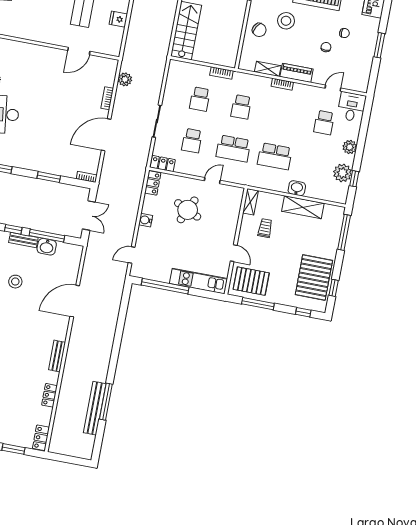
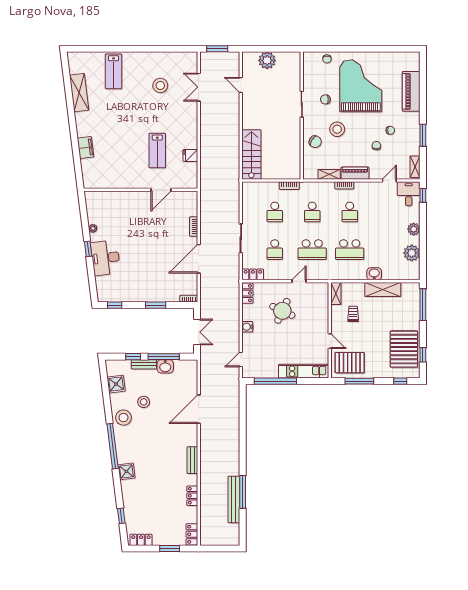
shelving: (364, 78) -> (415, 167), added
plant: (125, 79) -> (206, 207), removed
school desk: (324, 123) -> (350, 212), moved
window: (354, 179) -> (423, 195), moved

